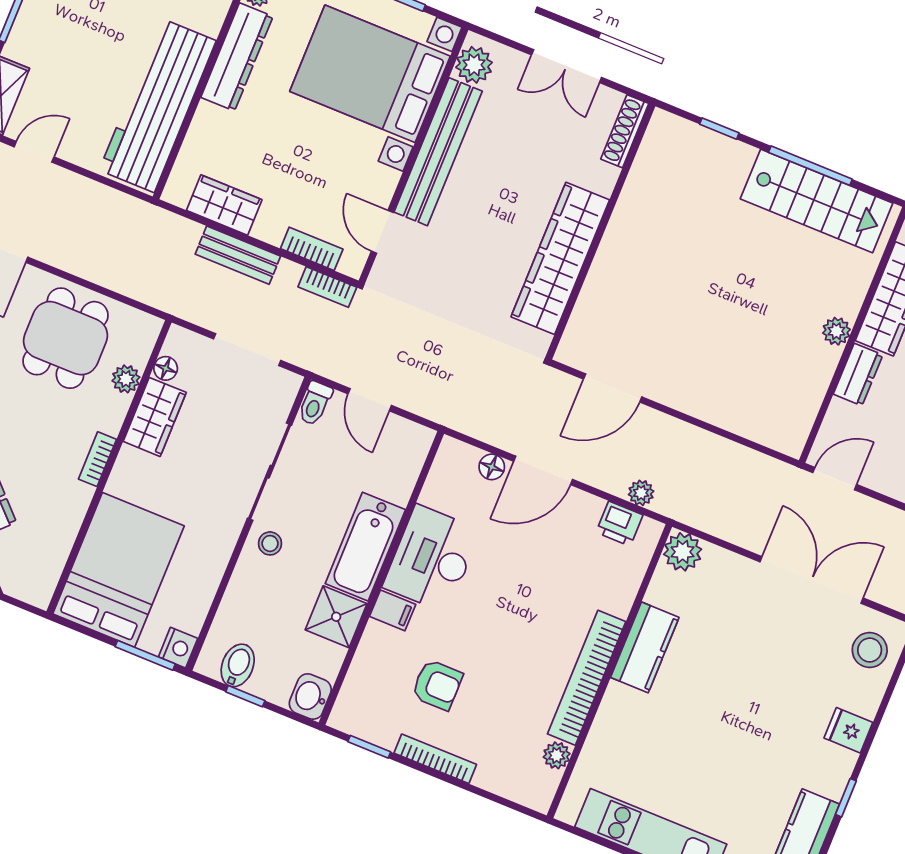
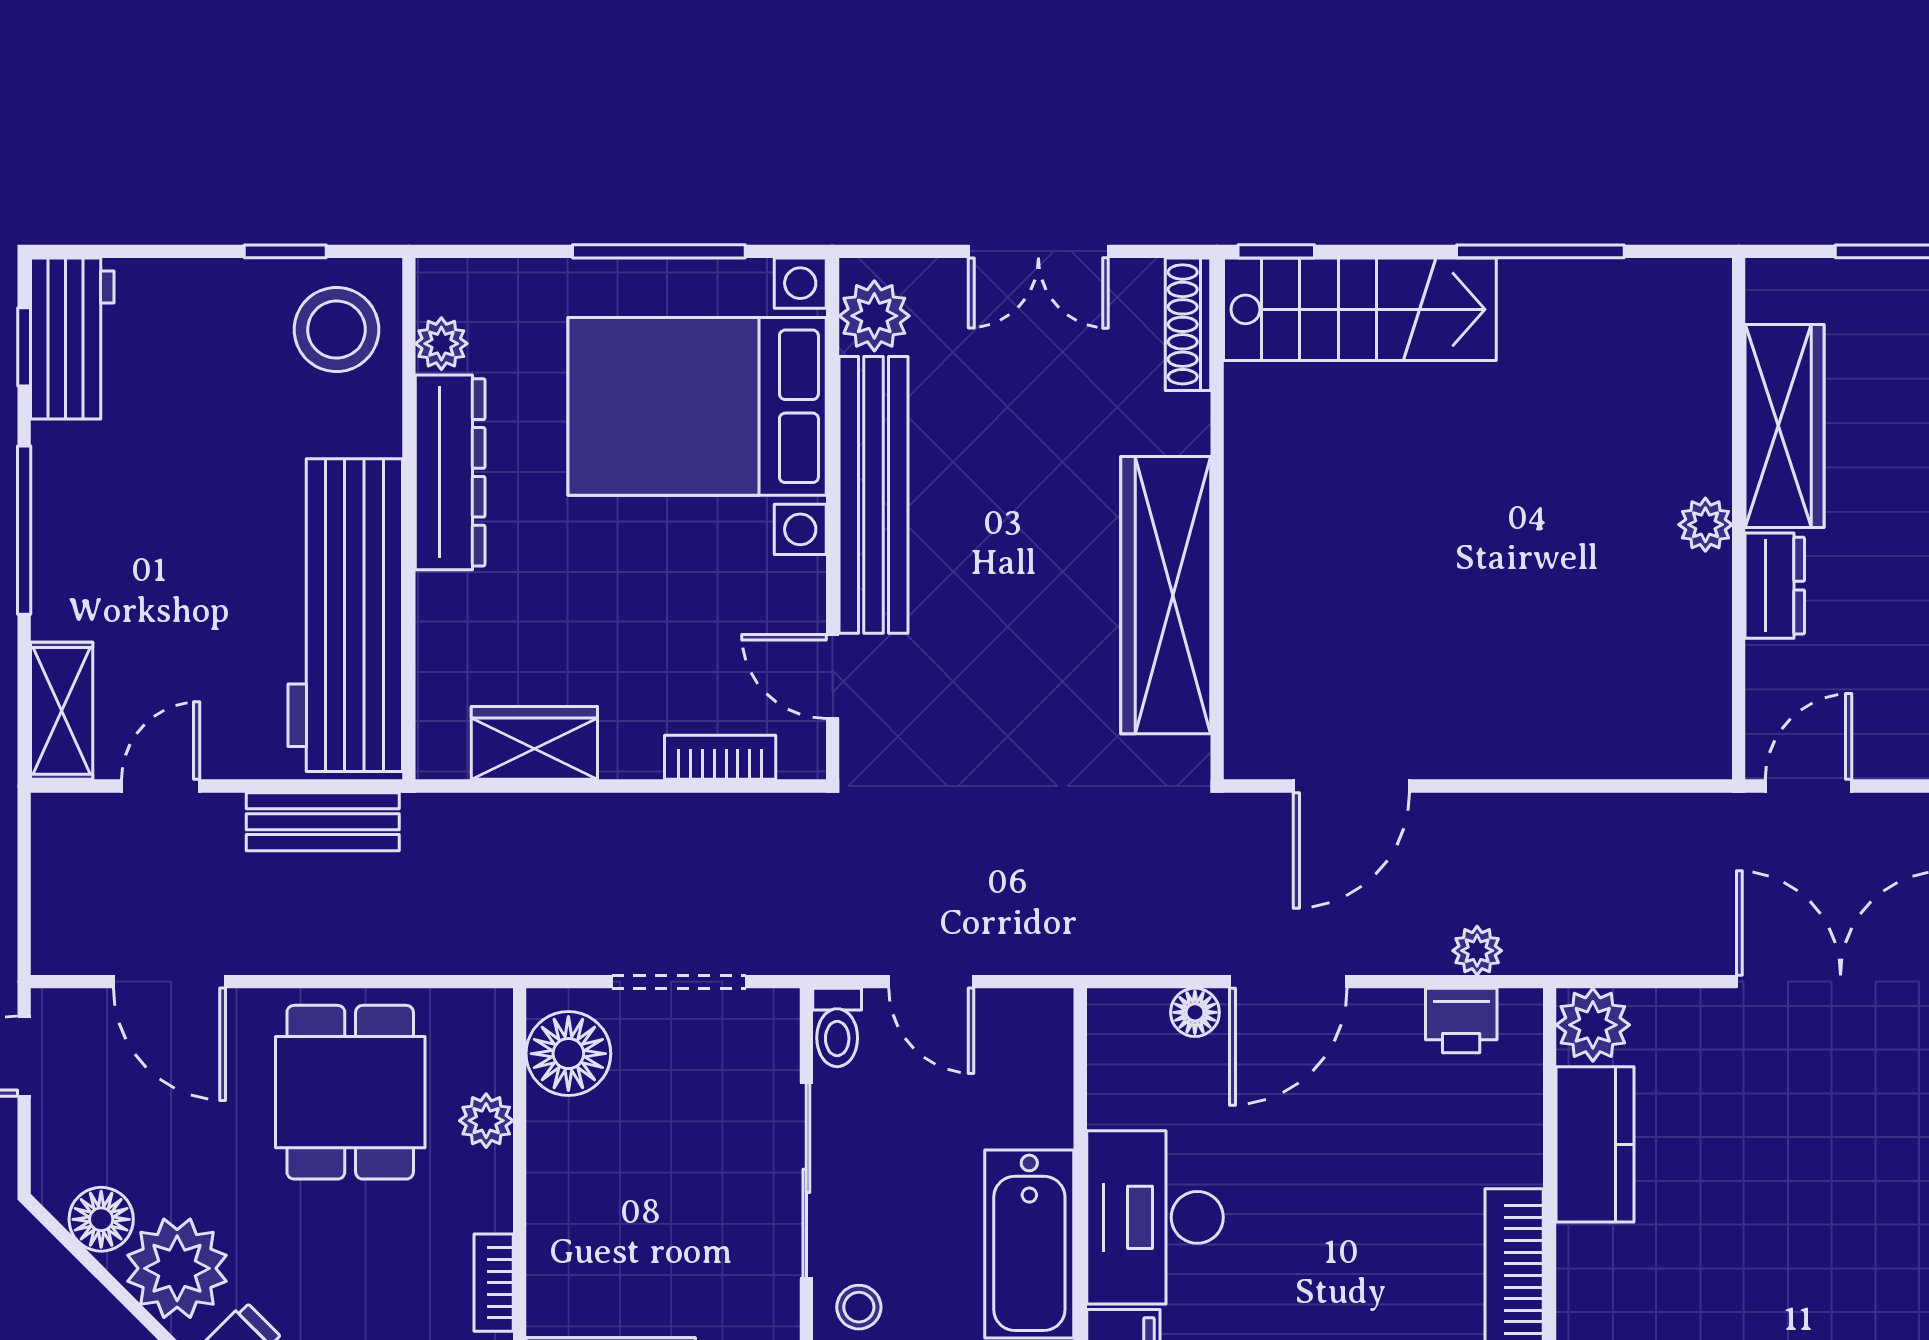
window: (719, 129) -> (1276, 251), moved
stairs: (817, 201) -> (1360, 309), moved
bench: (238, 255) -> (323, 822), moved
bookcase: (327, 287) -> (775, 813), removed
floor lamp: (166, 368) -> (568, 1054), width x1.89, depth x1.89
wardrobe: (155, 417) -> (564, 1167), removed
kitchen counter: (645, 647) -> (1595, 1144), moved

